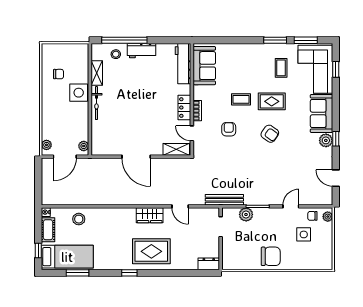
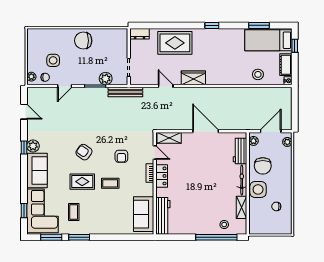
workbench: (141, 51) -> (240, 151), moved, turned -90
chair: (73, 119) -> (263, 166), added
rug: (151, 251) -> (175, 43), moved

